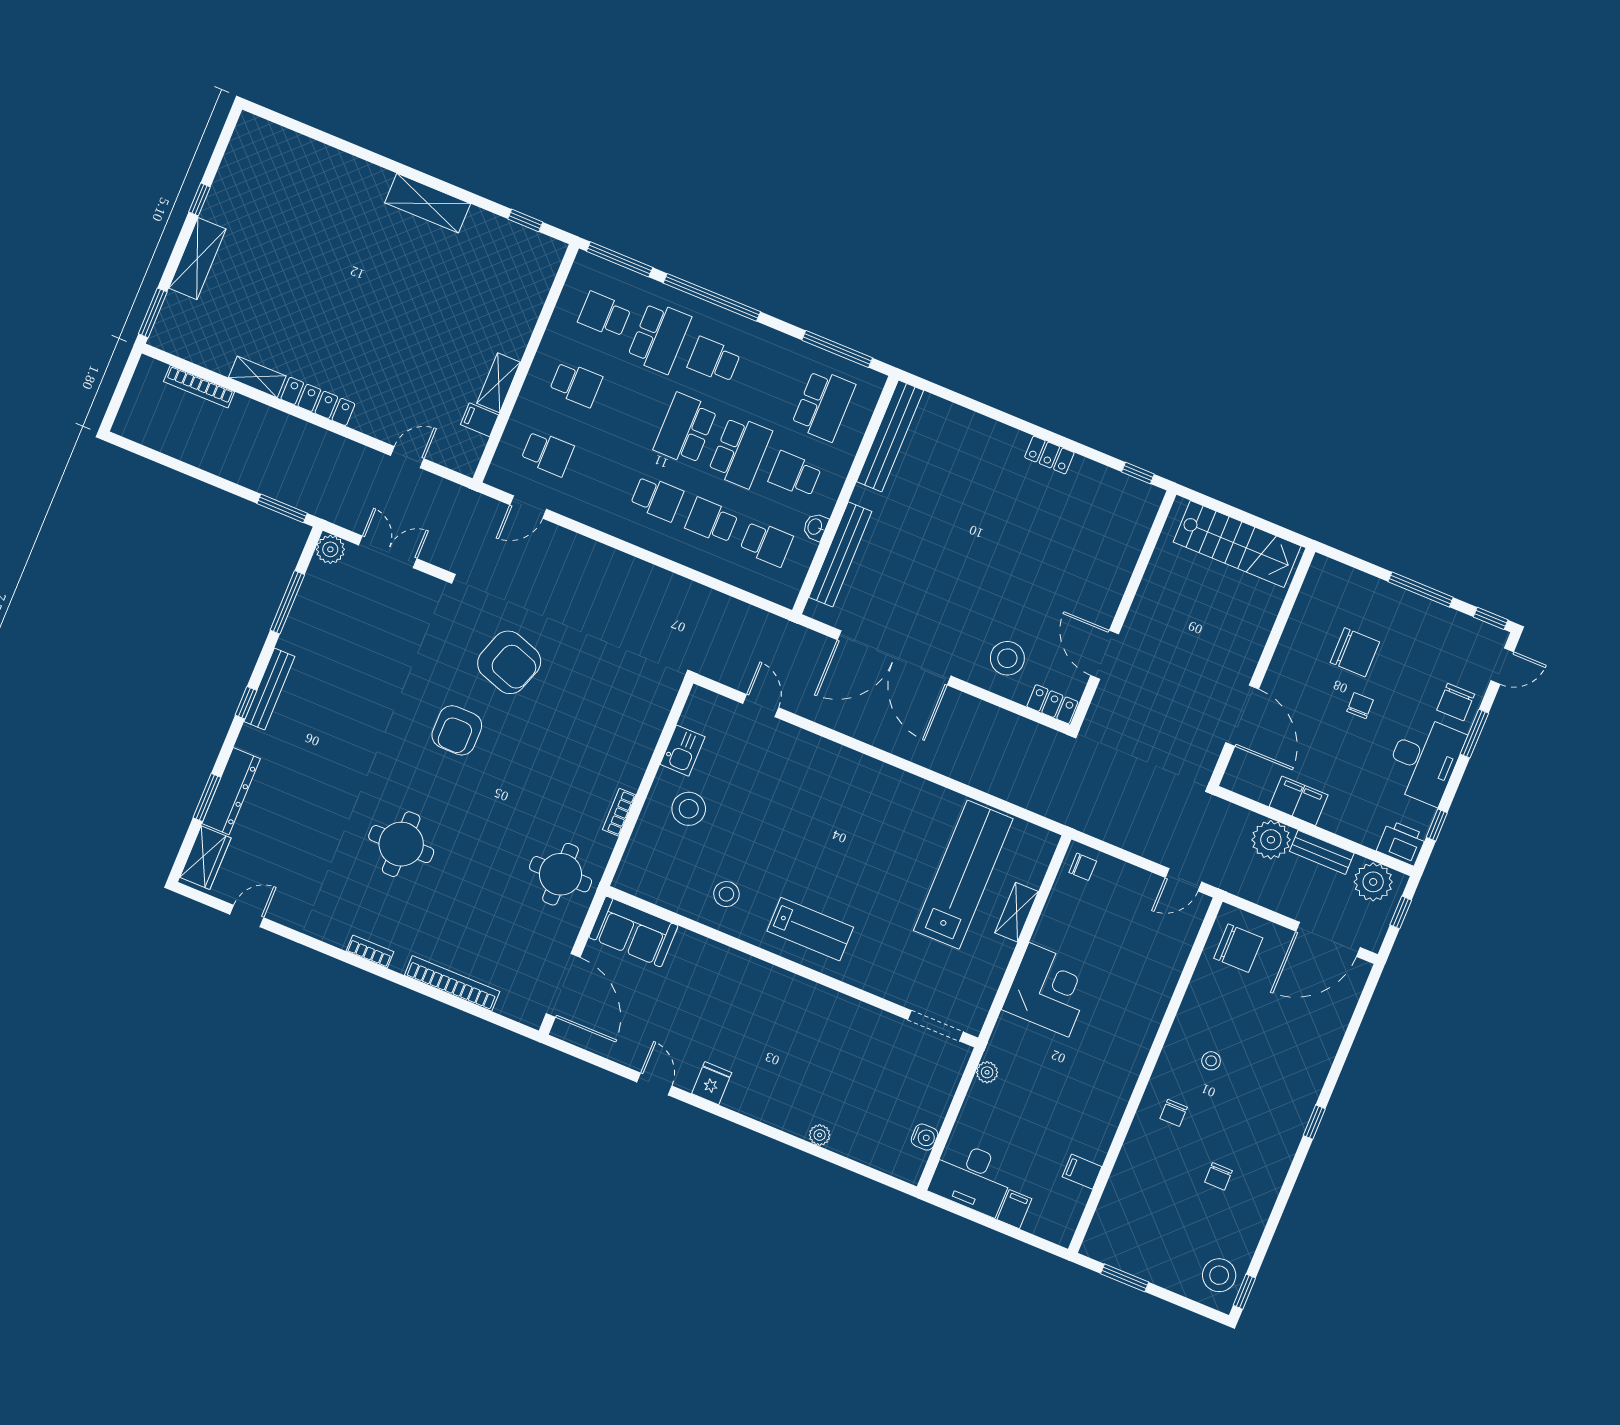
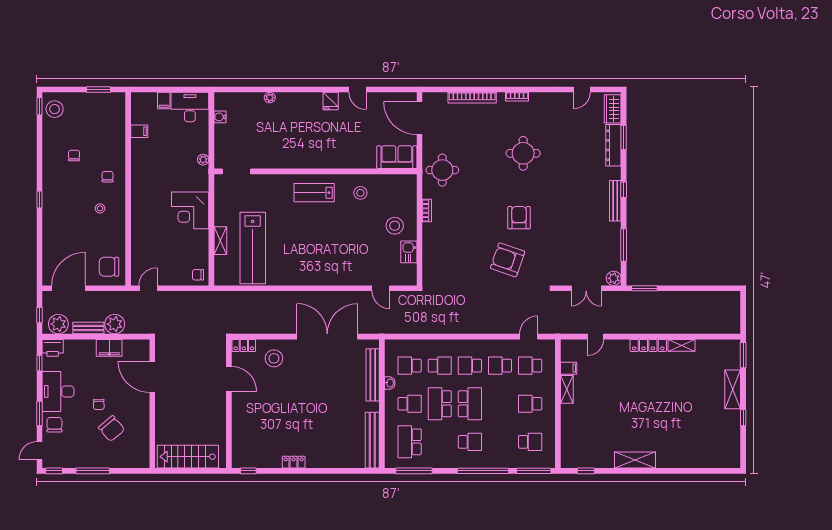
school desk: (659, 337) -> (500, 366), moved, width x0.54
bookcase: (199, 387) -> (707, 329), removed
chair: (1355, 652) -> (112, 429), turned -130

